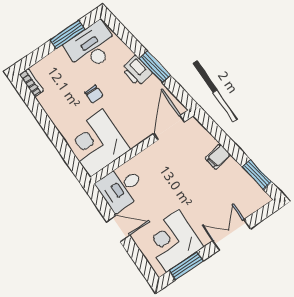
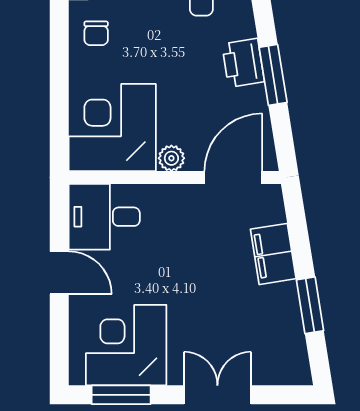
chair: (94, 94) -> (96, 33), moved
plant: (134, 139) -> (171, 158), added
filing cabinet: (218, 157) -> (273, 254), width x2.00
window: (257, 175) -> (310, 305), moved

